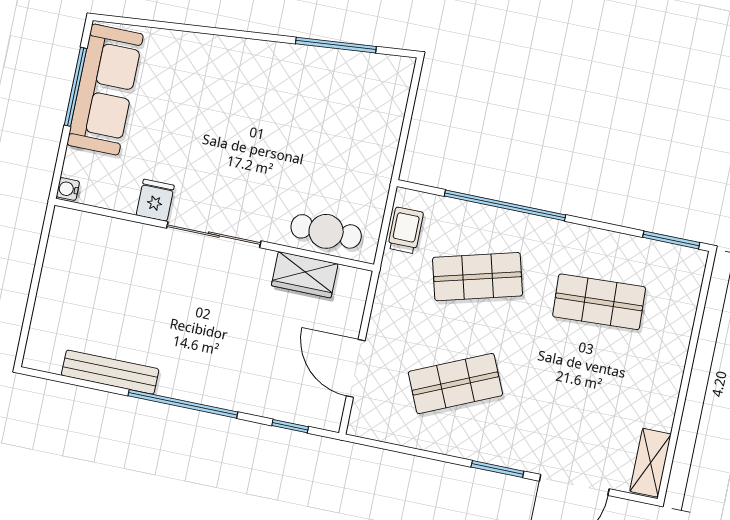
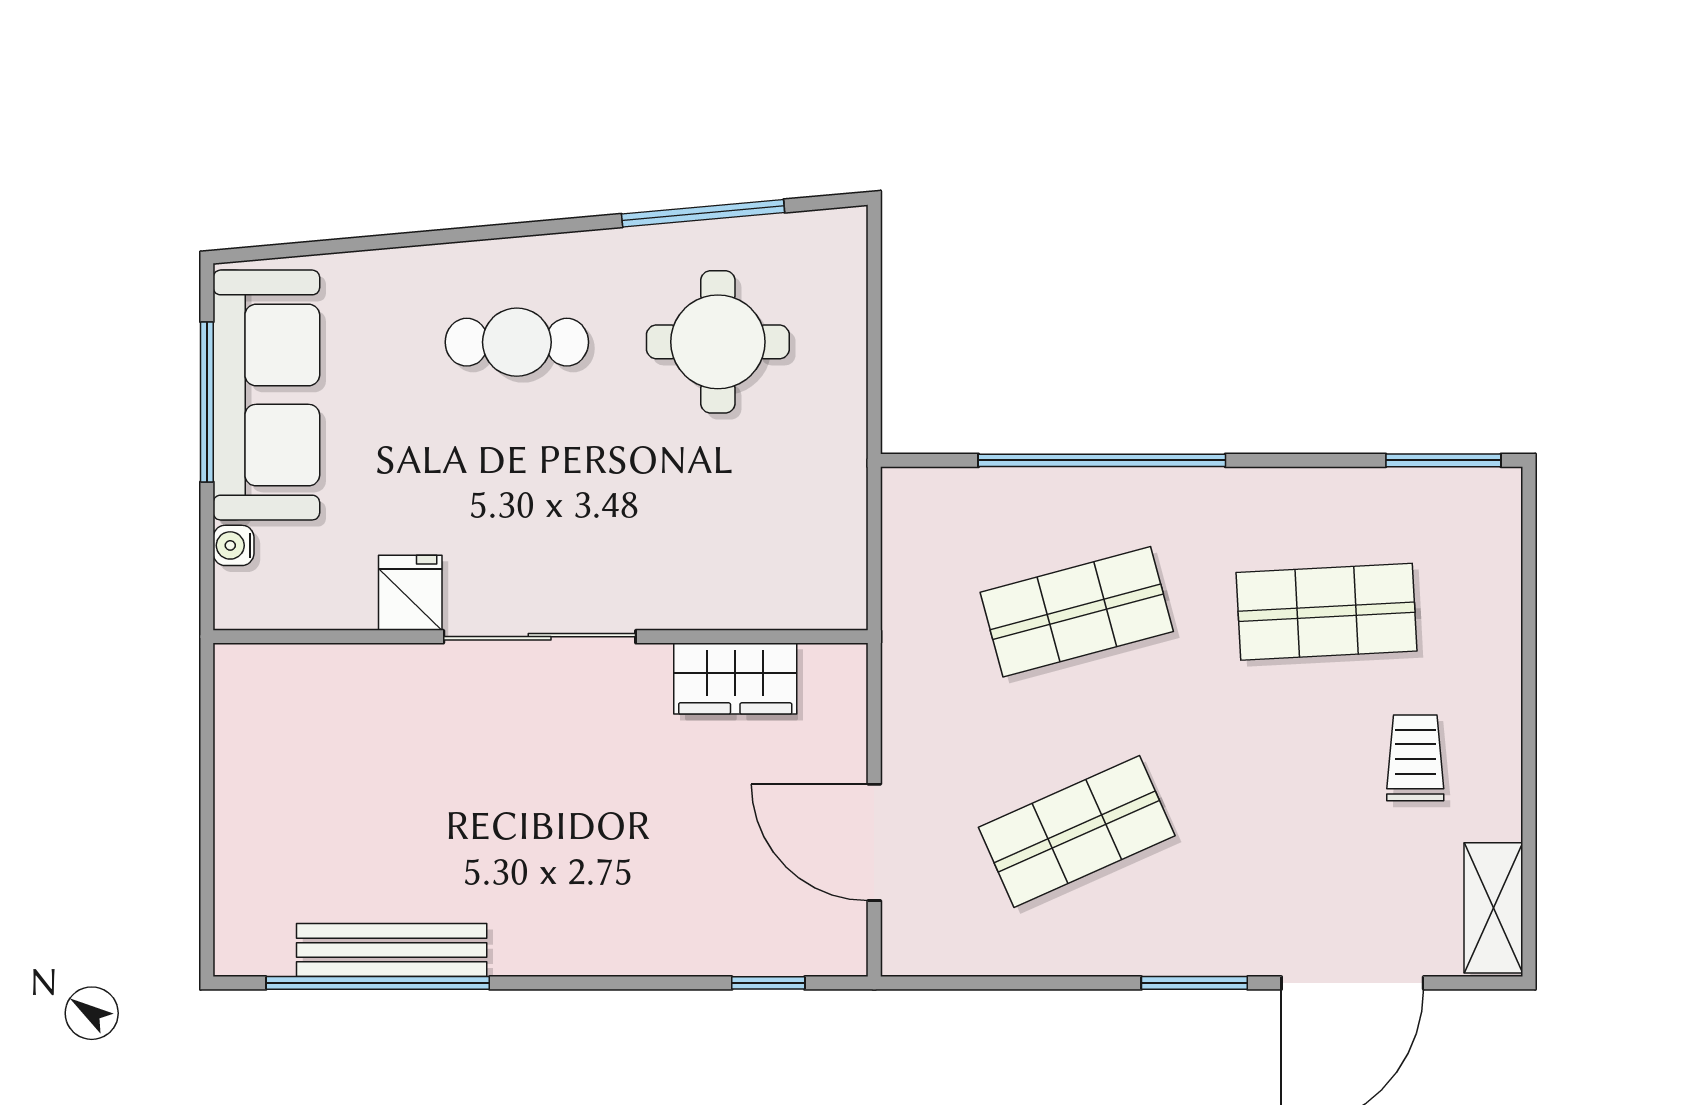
round table: (330, 109) -> (718, 342), added
water cooler: (68, 189) -> (233, 545), moved
trolley: (406, 230) -> (1415, 758), moved
cafe table: (326, 231) -> (517, 342), moved
window: (183, 404) -> (378, 983), moved

